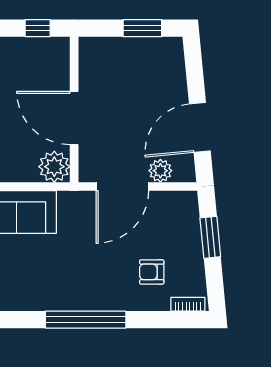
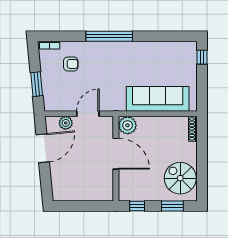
window: (142, 28) -> (76, 206), removed
door: (122, 186) -> (88, 114), width x0.73

